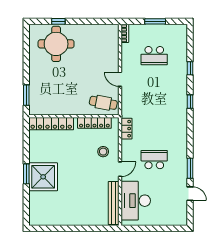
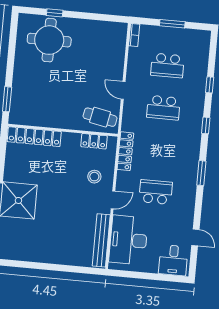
school desk: (154, 90) -> (163, 108), added
locker: (94, 123) -> (94, 141), width x0.66
locker: (126, 129) -> (125, 151), width x1.53
window: (190, 168) -> (201, 173), moved
desk: (174, 214) -> (173, 260), added

